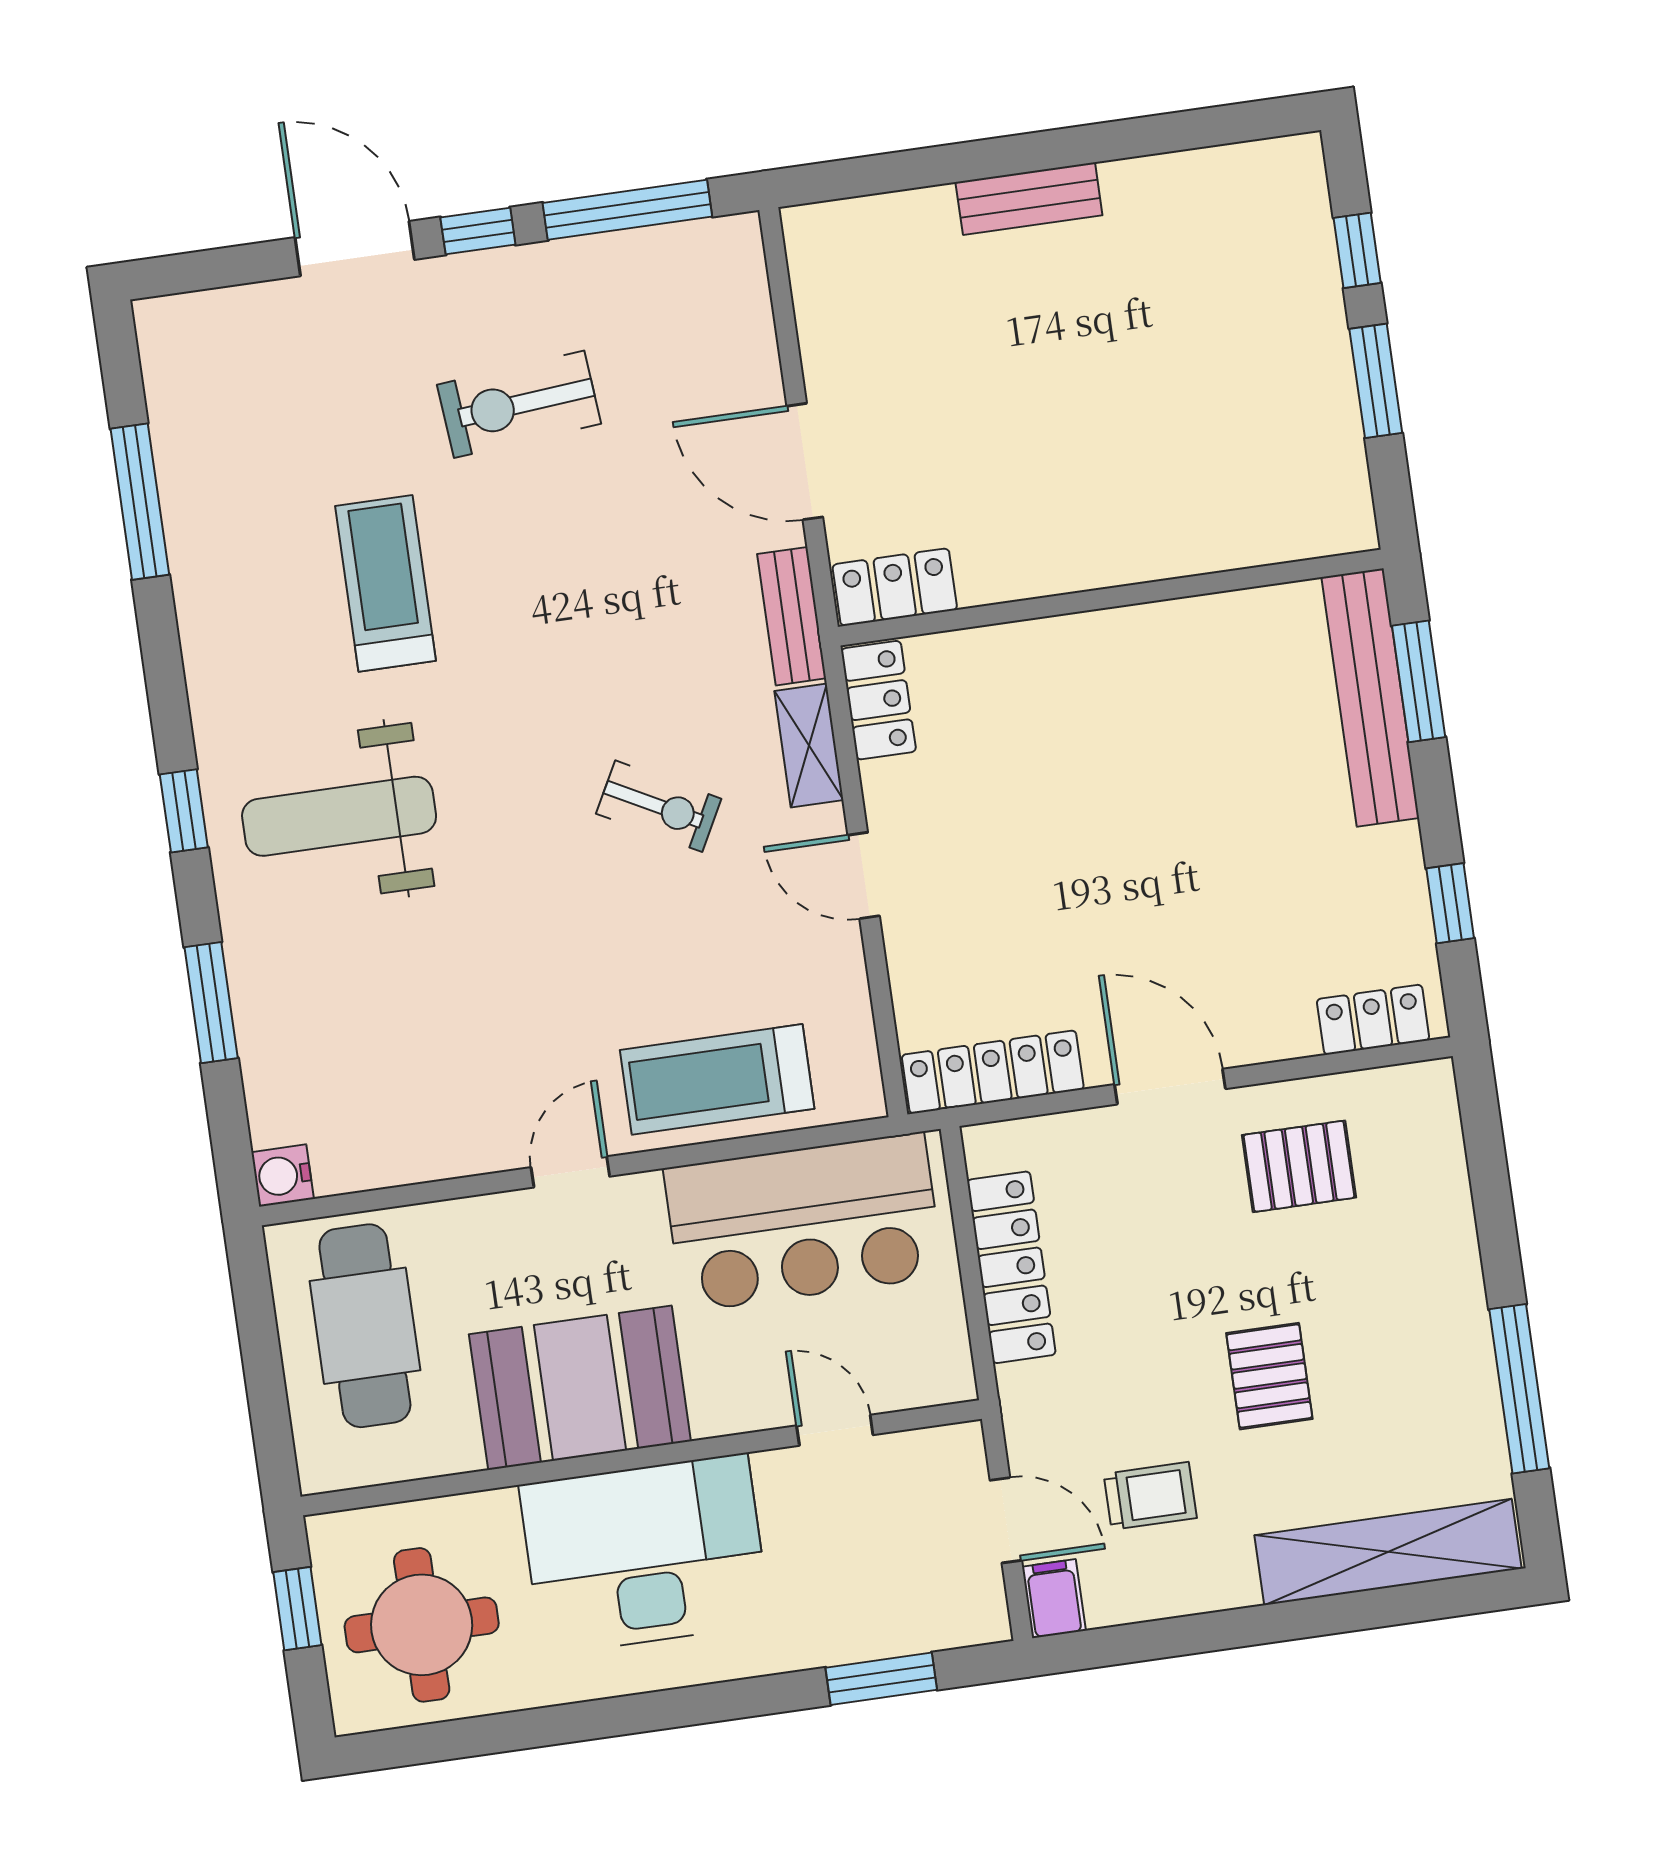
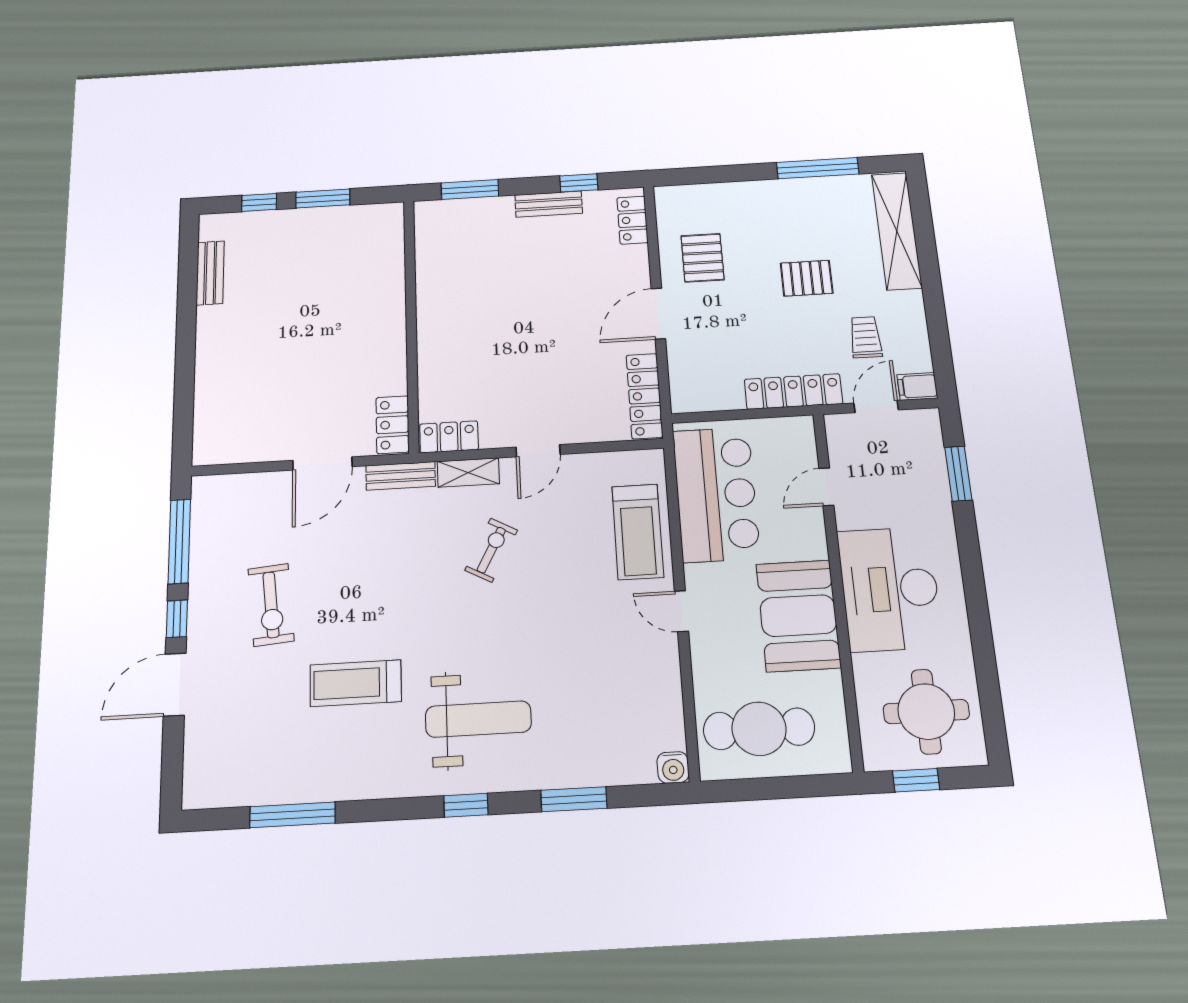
bench: (1029, 199) -> (210, 273), moved
bench: (1370, 698) -> (549, 204), moved, width x0.54, depth x0.82
weight bench: (339, 816) -> (478, 719), turned -90
locker: (1011, 1267) -> (793, 392), moved

